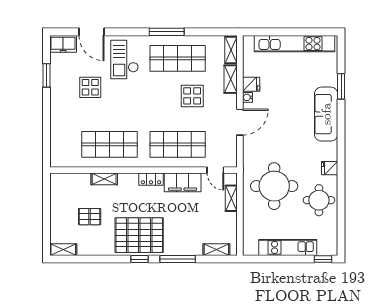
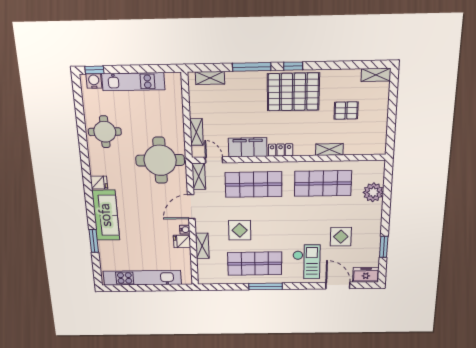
shelving: (231, 50) -> (199, 176), moved
plant: (60, 134) -> (373, 192), added
fridge: (330, 168) -> (99, 182), moved
round table: (274, 186) -> (160, 160), moved
water cooler: (325, 249) -> (94, 81), added

